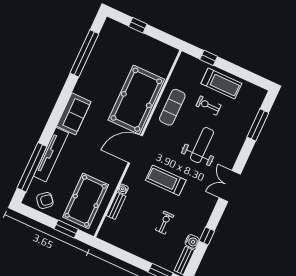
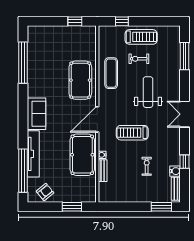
window: (138, 25) -> (75, 21), moved
pool table: (136, 100) -> (80, 80), width x0.73, depth x0.76
pool table: (86, 201) -> (82, 155), moved

